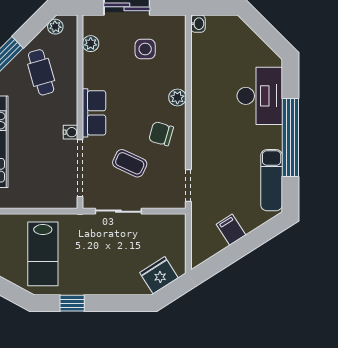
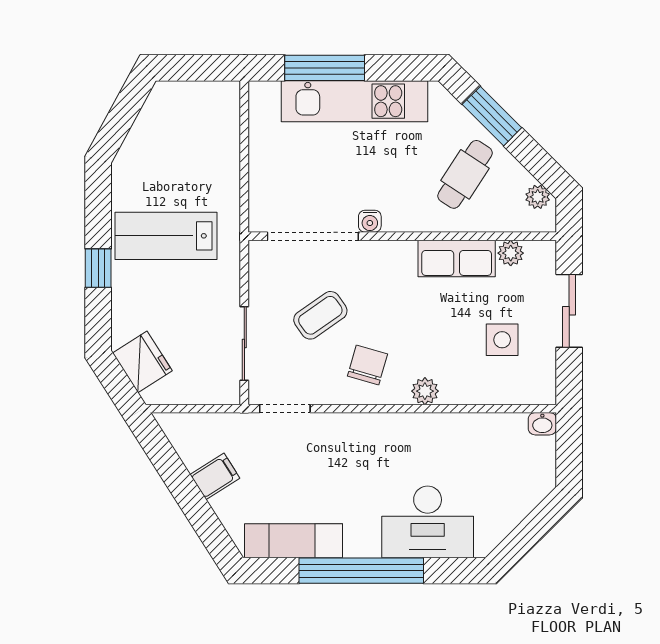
cafe table: (41, 72) -> (465, 174), turned -41
row of seats: (94, 113) -> (457, 259), moved
coffee table: (130, 163) -> (320, 315), turned 30
sliding door: (118, 211) -> (244, 344), moved
lab bench: (43, 254) -> (166, 236), moved
window: (72, 303) -> (98, 268), moved

